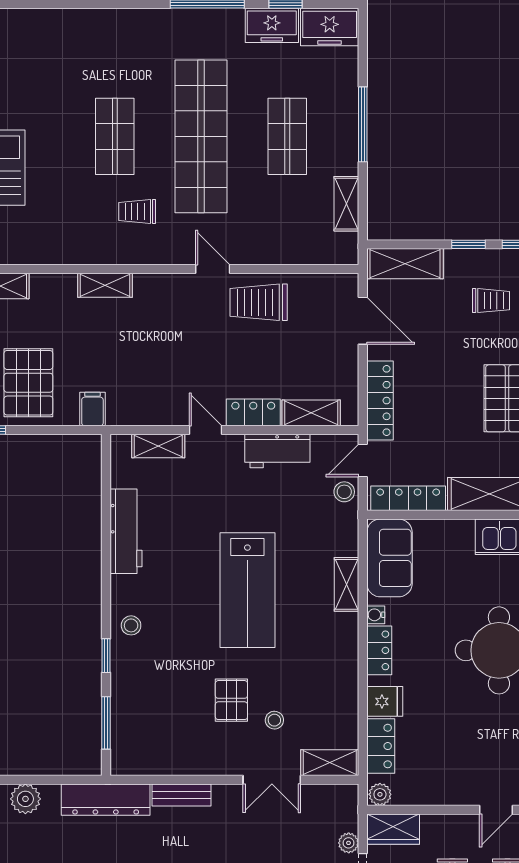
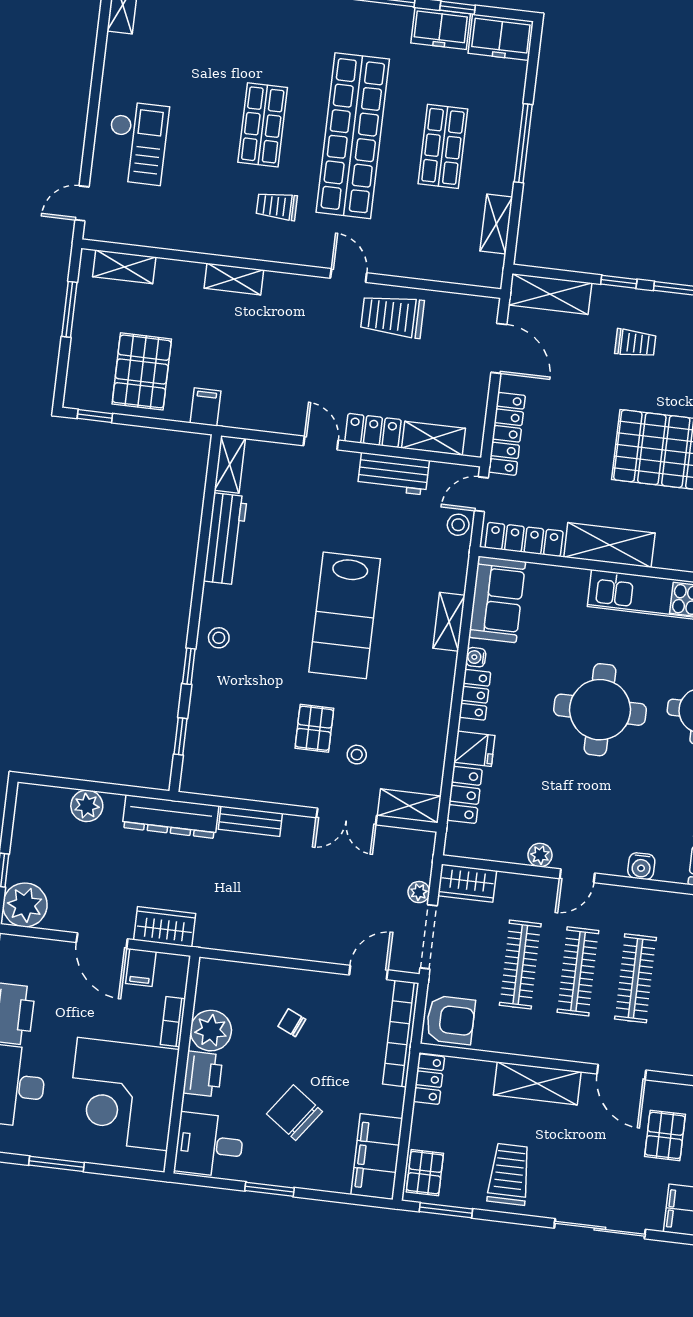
shelving: (158, 446) -> (230, 464), moved, turned 90
window: (106, 723) -> (180, 736), width x0.67
plant: (380, 794) -> (540, 855), moved

